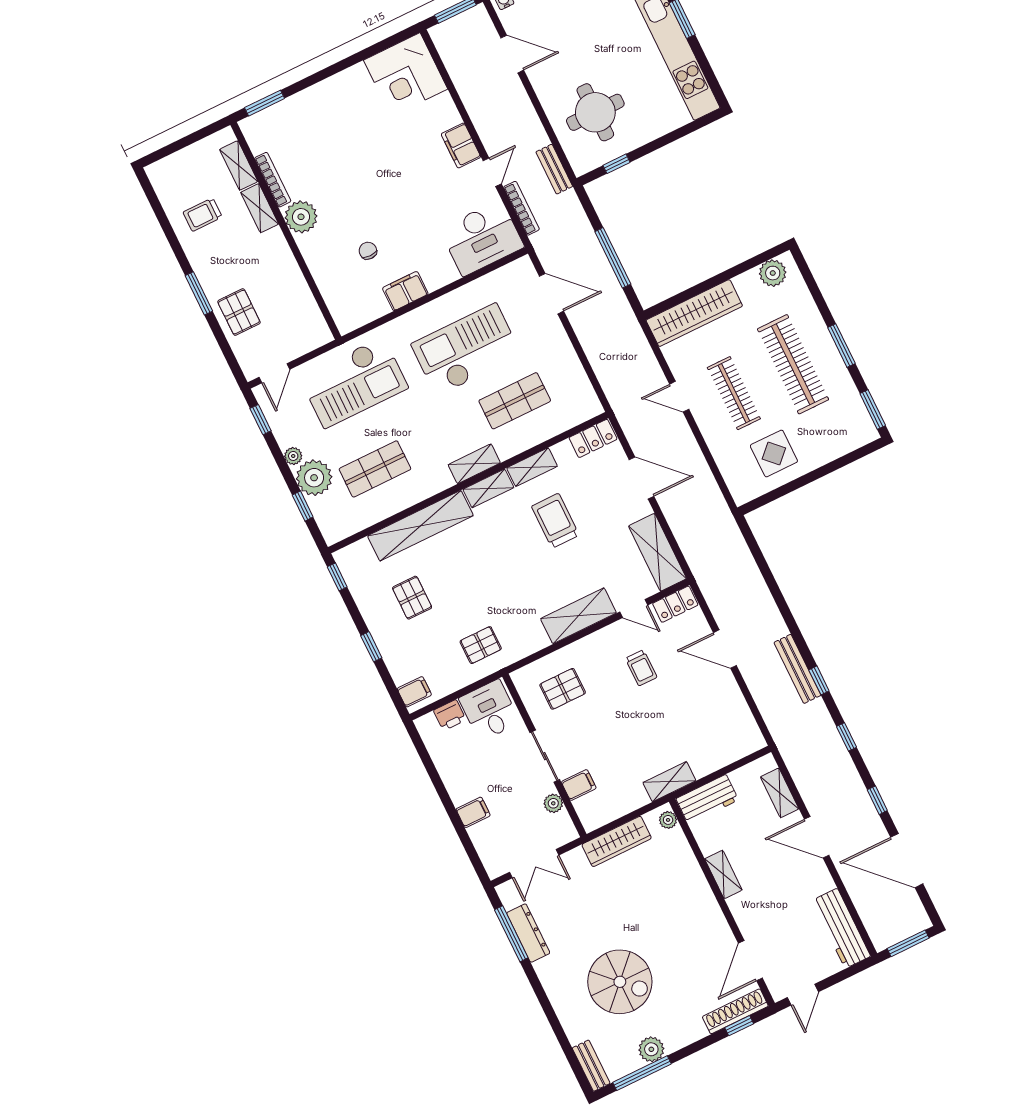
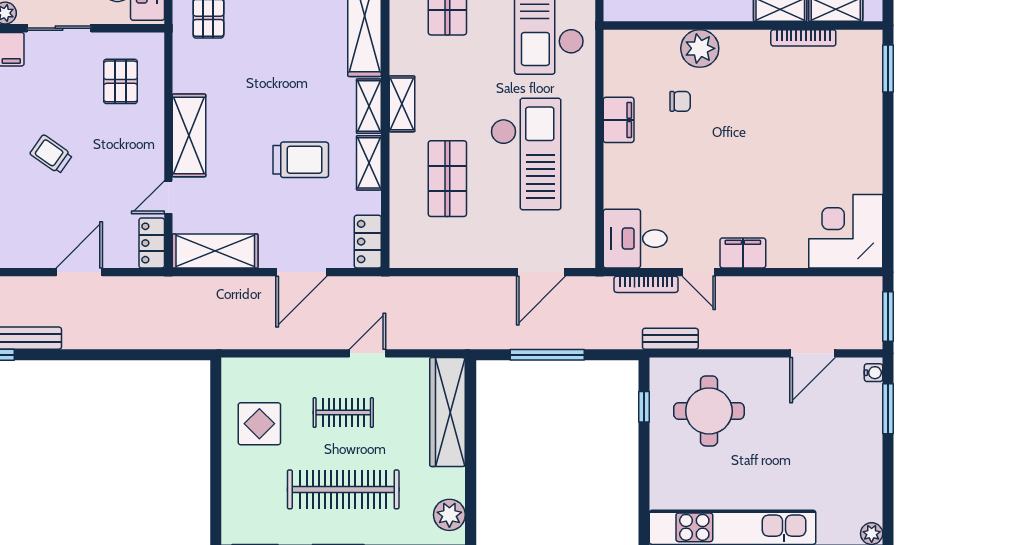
plant: (301, 217) -> (700, 48), moved
desk: (482, 238) -> (635, 239), width x0.73
clothes rail: (734, 393) -> (343, 413), width x0.73
trolley: (641, 668) -> (51, 154), moved, turned 35

